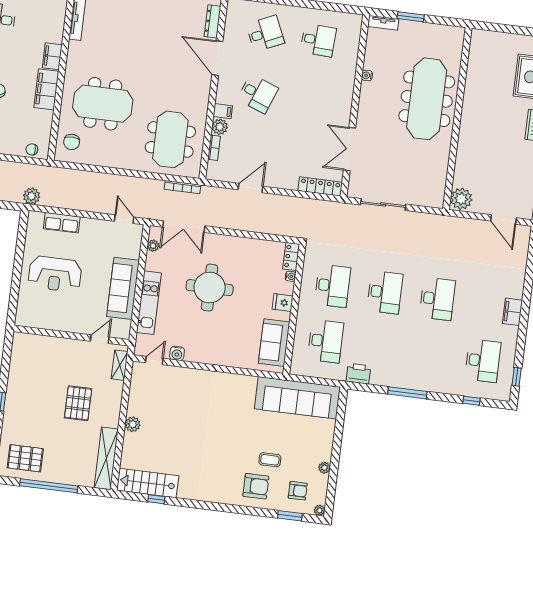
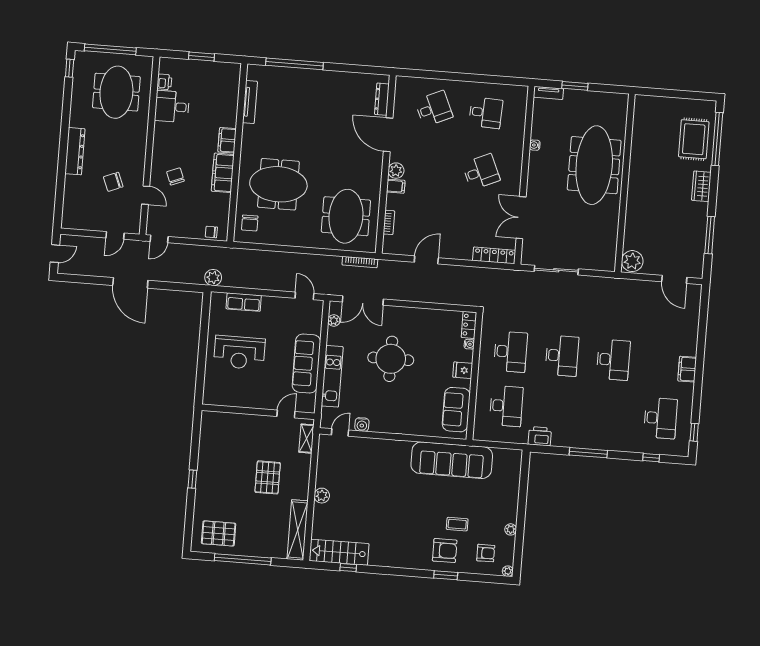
desk: (258, 94) -> (481, 172), moved, turned -45
plant: (220, 127) -> (396, 171), moved
sofa: (297, 398) -> (452, 460), moved
window: (290, 516) -> (446, 575), moved

